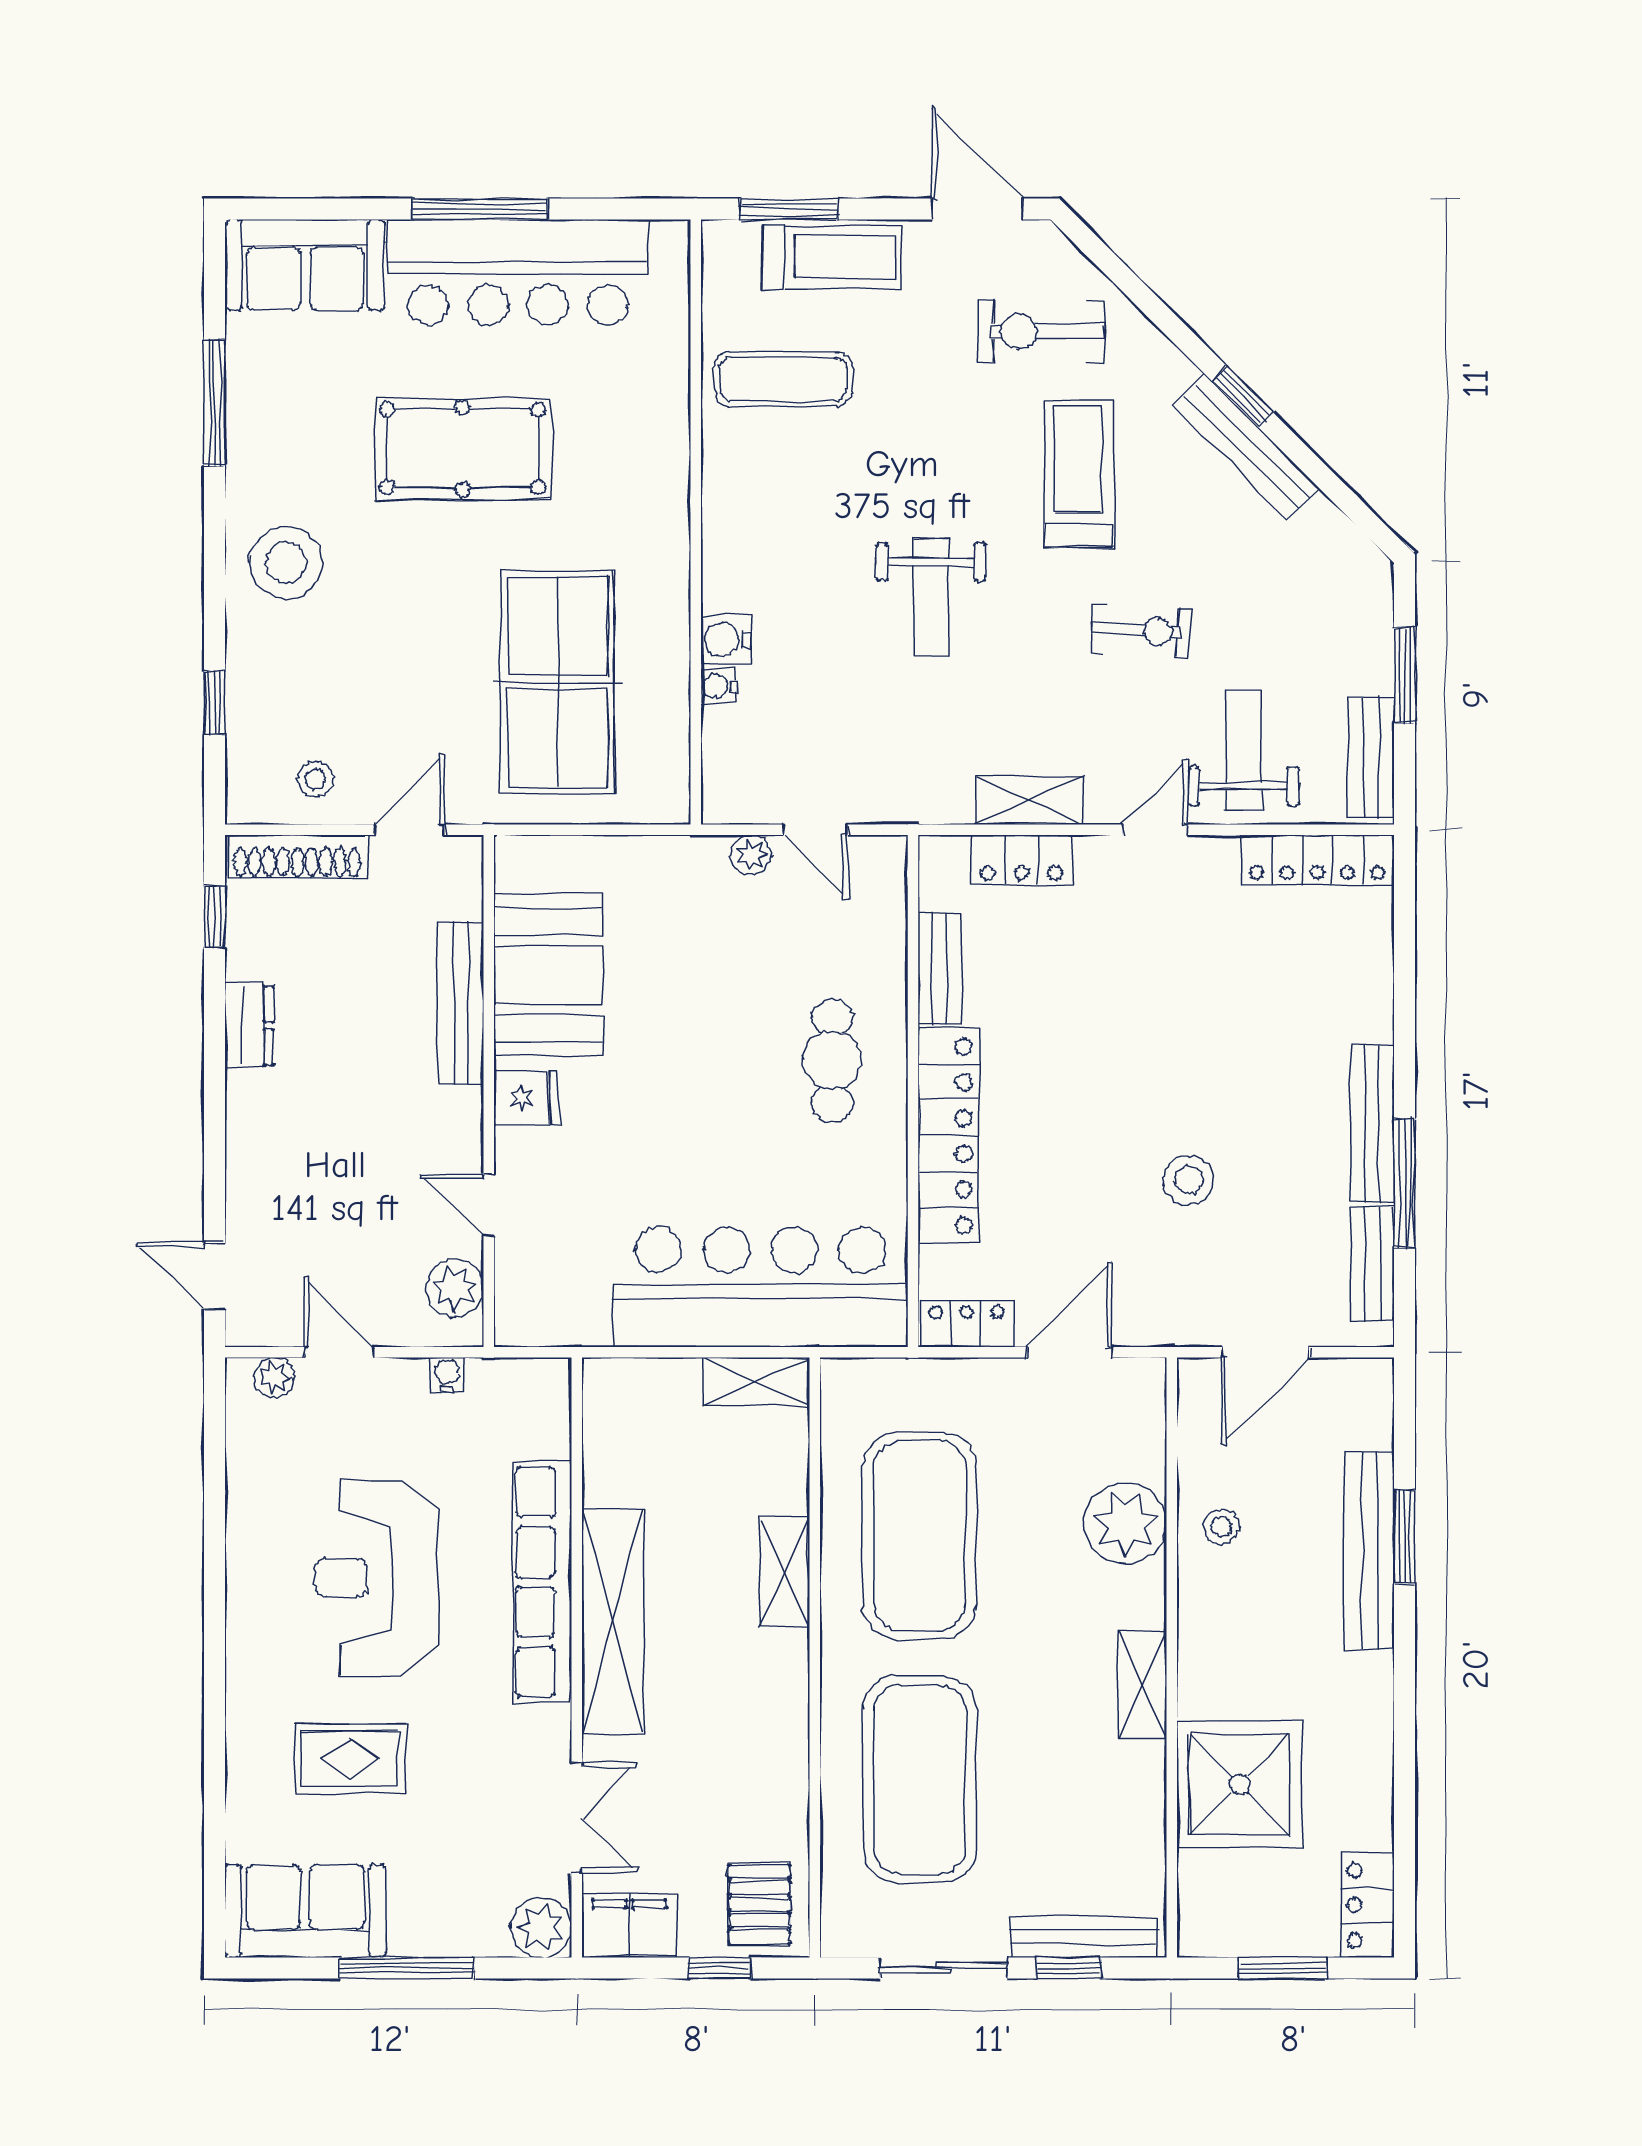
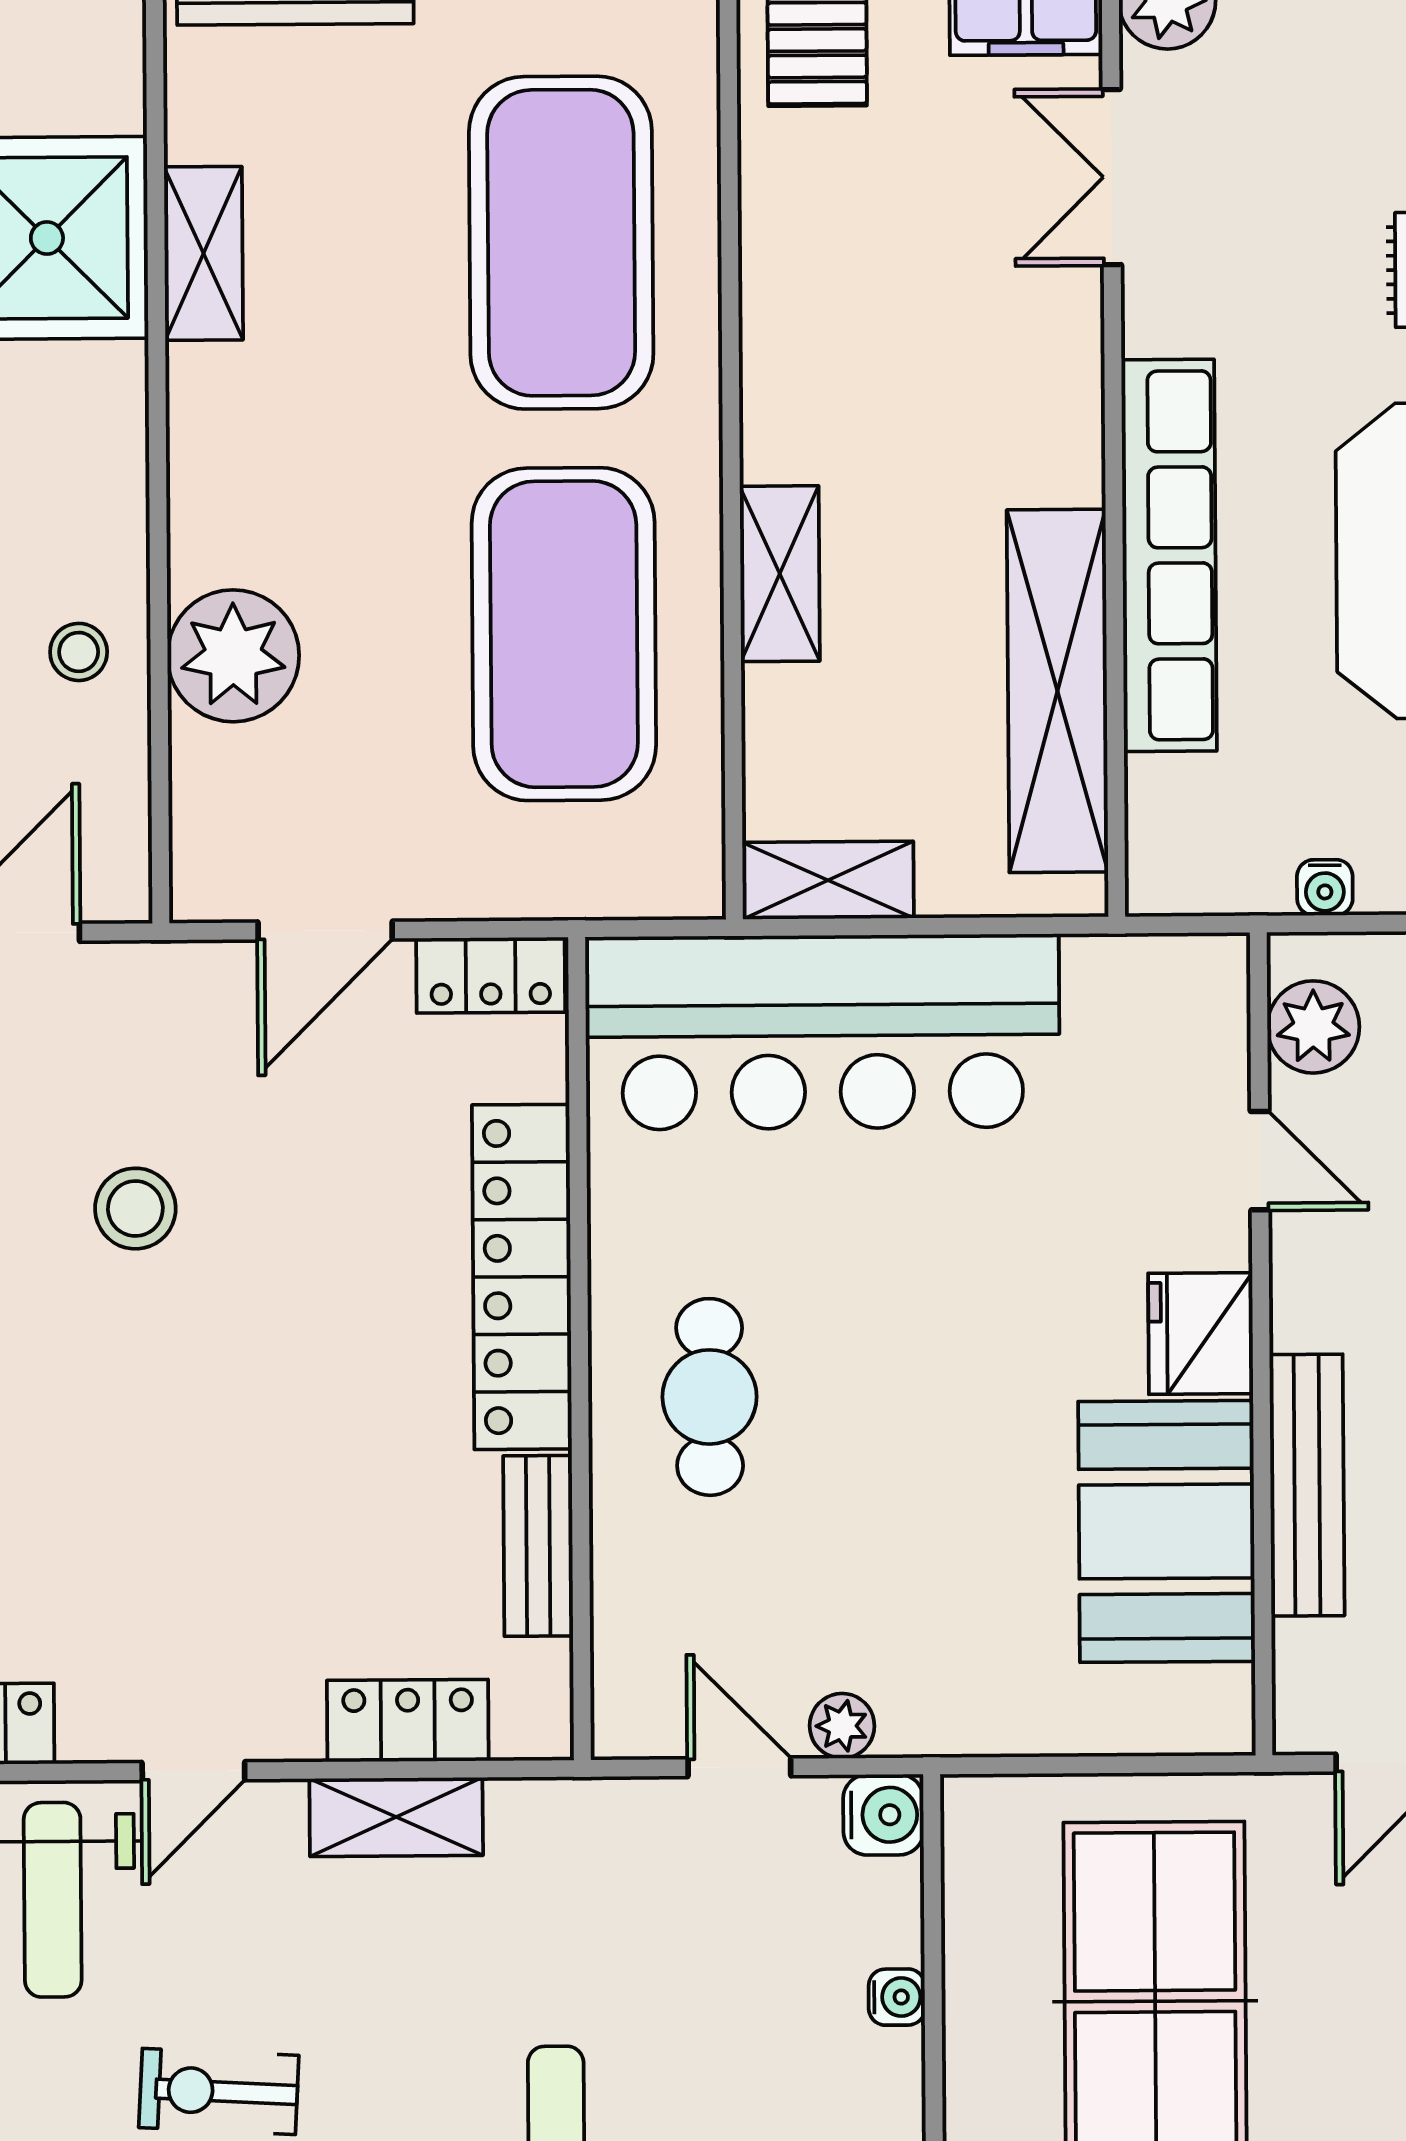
water cooler: (726, 639) -> (883, 1815), moved
fridge: (526, 1098) -> (1201, 1333), width x1.38
shelving: (613, 1622) -> (1057, 691), moved
shelving: (1142, 1685) -> (203, 253), moved

